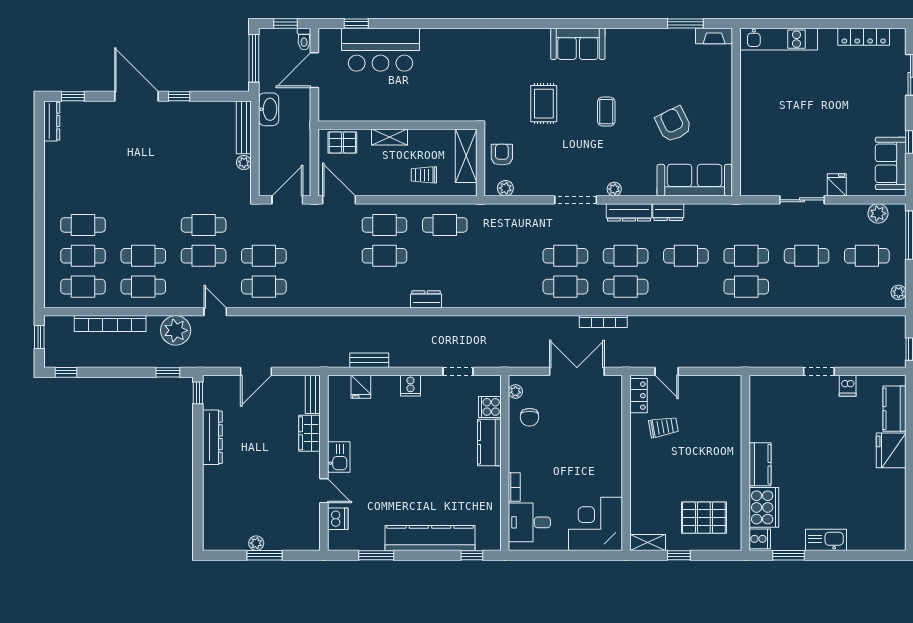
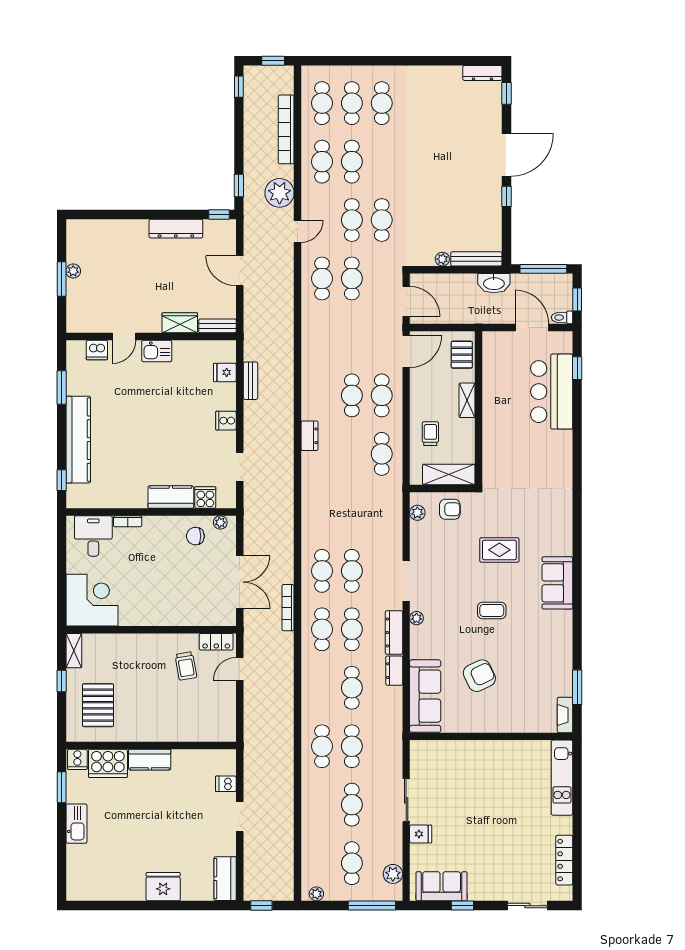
dishwasher: (848, 386) -> (226, 784), moved
kitchen counter: (894, 409) -> (225, 879), moved, turned -90

